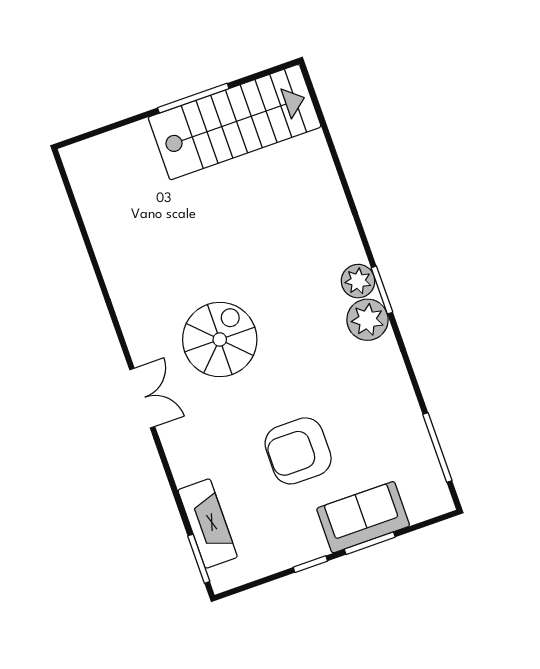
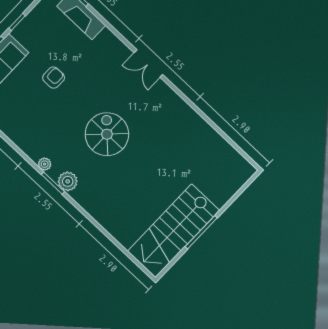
plant: (367, 320) -> (45, 164), width x0.53, depth x0.53
spiral stairs: (220, 339) -> (107, 134), moved, turned 180
armchair: (298, 451) -> (54, 78), width x0.53, depth x0.53

